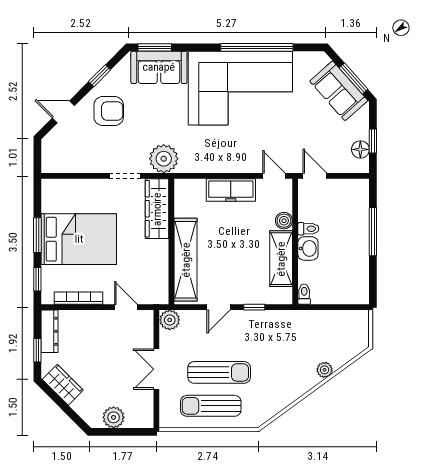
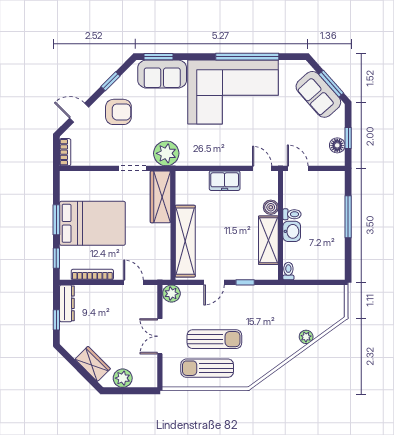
bookcase: (47, 157) -> (65, 152), added
freezer: (231, 190) -> (225, 181), width x0.71
wardrobe: (63, 385) -> (93, 364), moved

